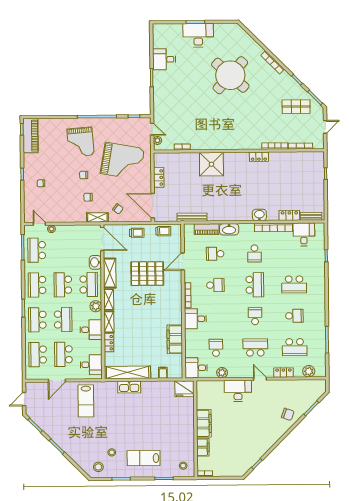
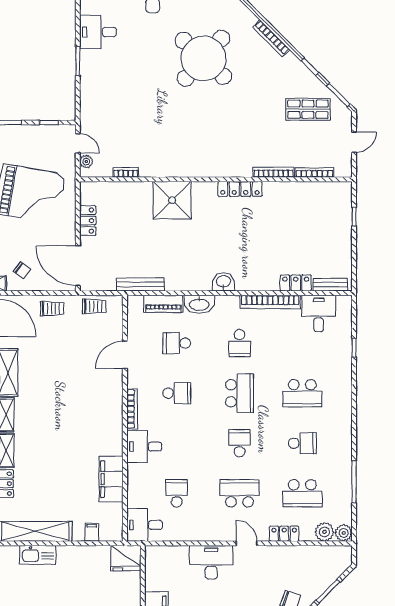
locker: (259, 157) -> (240, 189), width x1.53
washbasin: (259, 215) -> (224, 282), moved
pallet: (147, 274) -> (68, 374), removed
plant: (222, 373) -> (344, 533), moved

